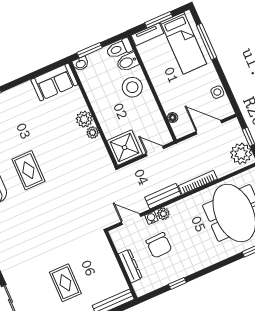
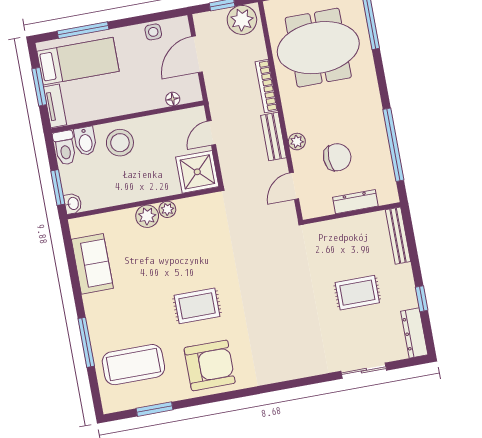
sofa: (54, 82) -> (92, 264), moved
water cooler: (151, 218) -> (299, 159), removed
window: (177, 283) -> (393, 145), width x3.17

